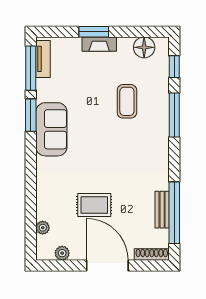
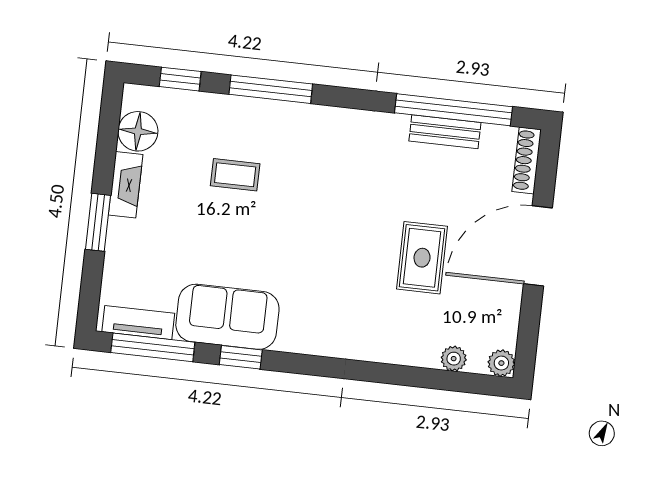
fireplace: (99, 44) -> (126, 185), moved
coffee table: (127, 101) -> (235, 175), width x0.73, depth x0.77
window: (31, 115) -> (241, 357), width x0.67
sofa: (51, 129) -> (227, 317), moved
plant: (62, 253) -> (501, 363), moved

